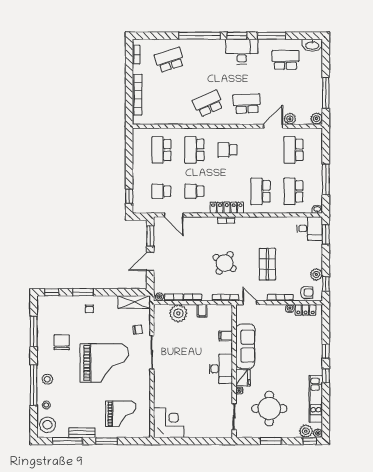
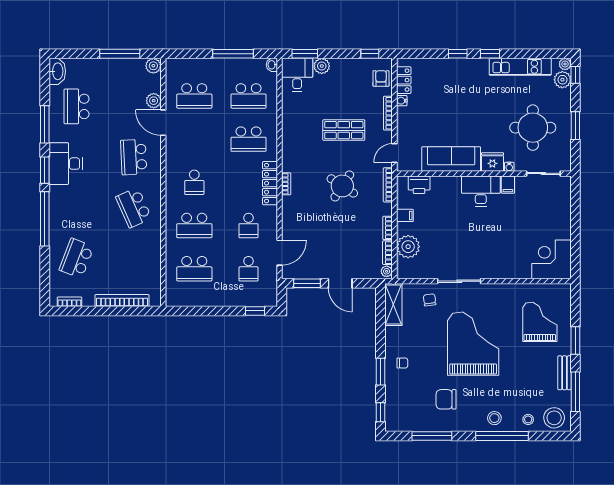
school desk: (169, 60) -> (77, 258), turned 39
plant: (316, 275) -> (322, 66), moved
printer: (226, 322) -> (419, 185), added
filing cabinet: (226, 336) -> (508, 185), moved

